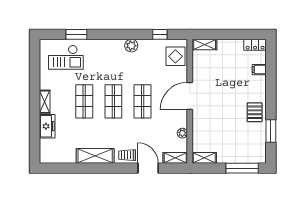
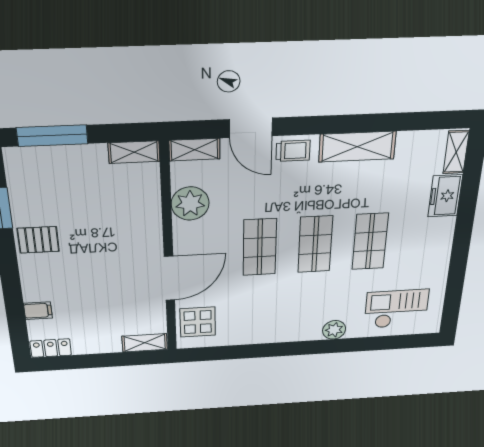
window: (76, 34) -> (374, 344), removed
window: (160, 34) -> (227, 353), removed
plant: (131, 46) -> (334, 330), moved
door: (190, 96) -> (169, 278), moved
shelving: (45, 102) -> (456, 152), moved
pallet: (255, 112) -> (38, 240), turned 90
plant: (182, 133) -> (190, 204), width x1.88, depth x1.88

